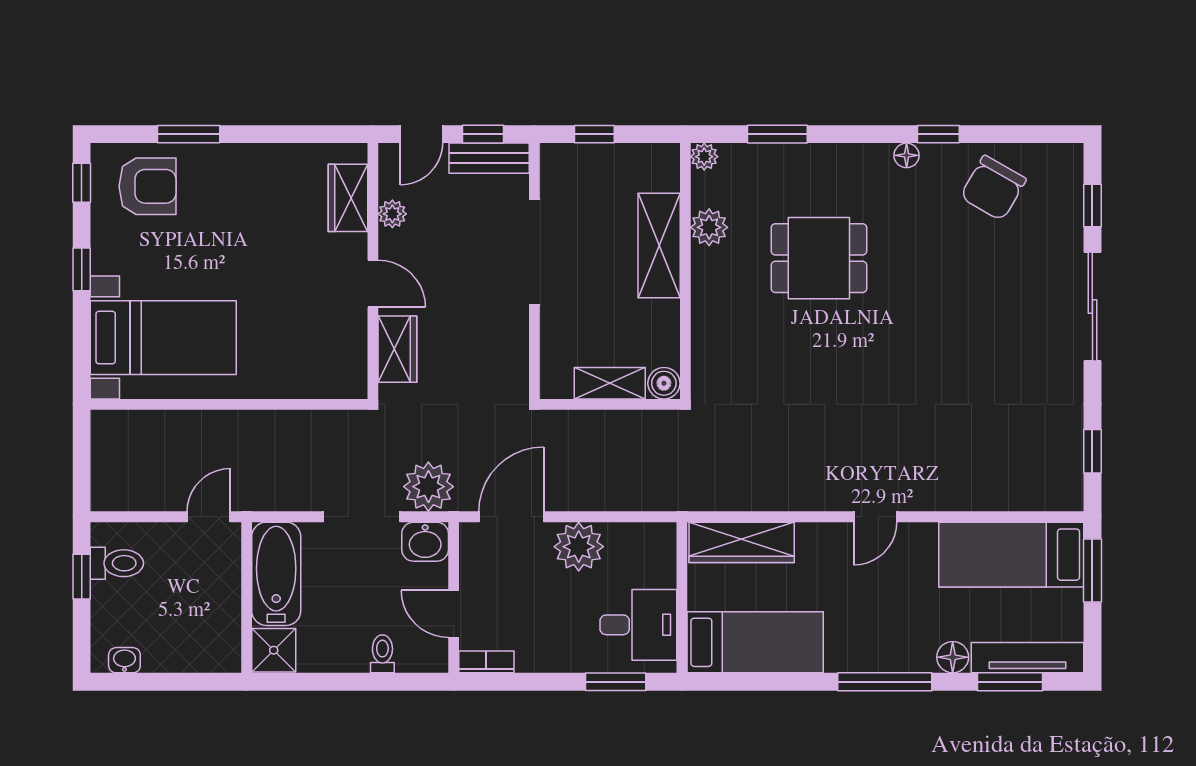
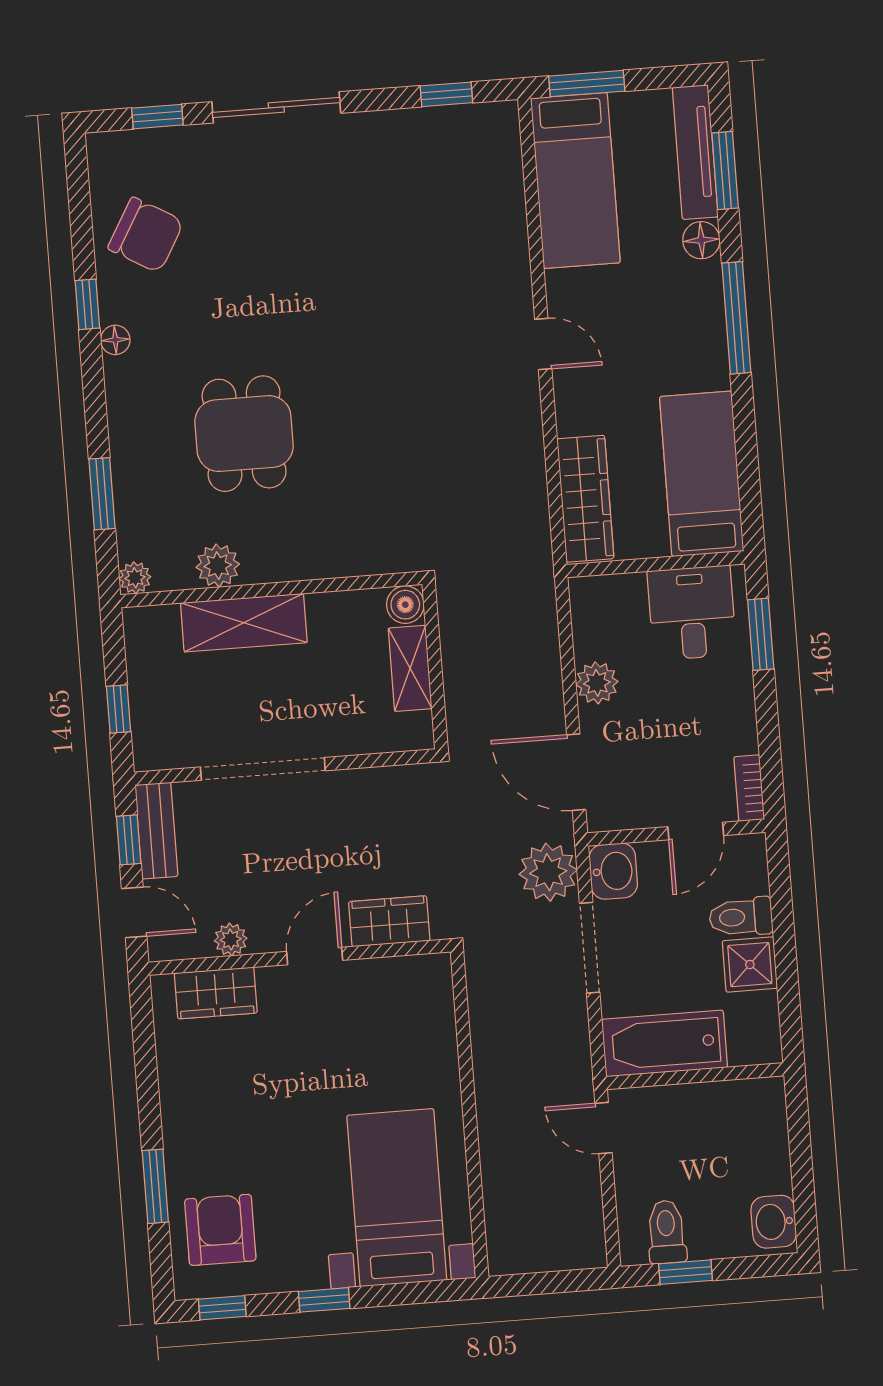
plant: (579, 547) -> (597, 683), width x0.73, depth x0.73
shower: (274, 650) -> (750, 965), moved
toilet: (382, 654) -> (741, 917), width x1.37, depth x1.39
washbasin: (124, 660) -> (774, 1222), width x1.38, depth x1.45

